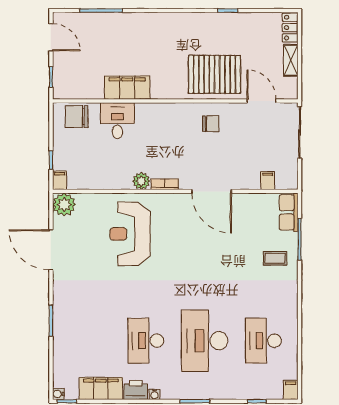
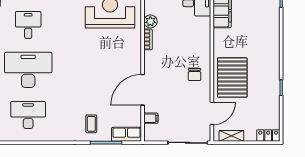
shelving: (291, 60) -> (231, 136), moved
door: (212, 191) -> (143, 90), moved
desk: (146, 341) -> (28, 25), width x0.73

